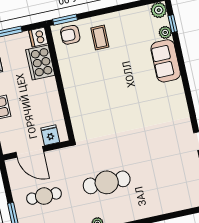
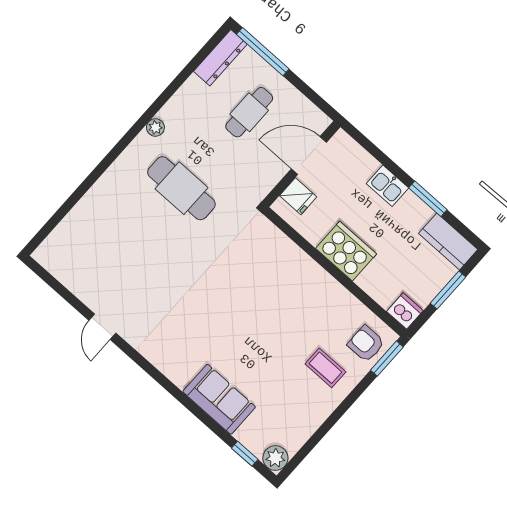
plant: (165, 32) -> (246, 435), removed
armchair: (70, 35) -> (366, 344), turned -90
cooker: (40, 63) -> (346, 251), moved
cafe table: (107, 182) -> (181, 188), turned 90

